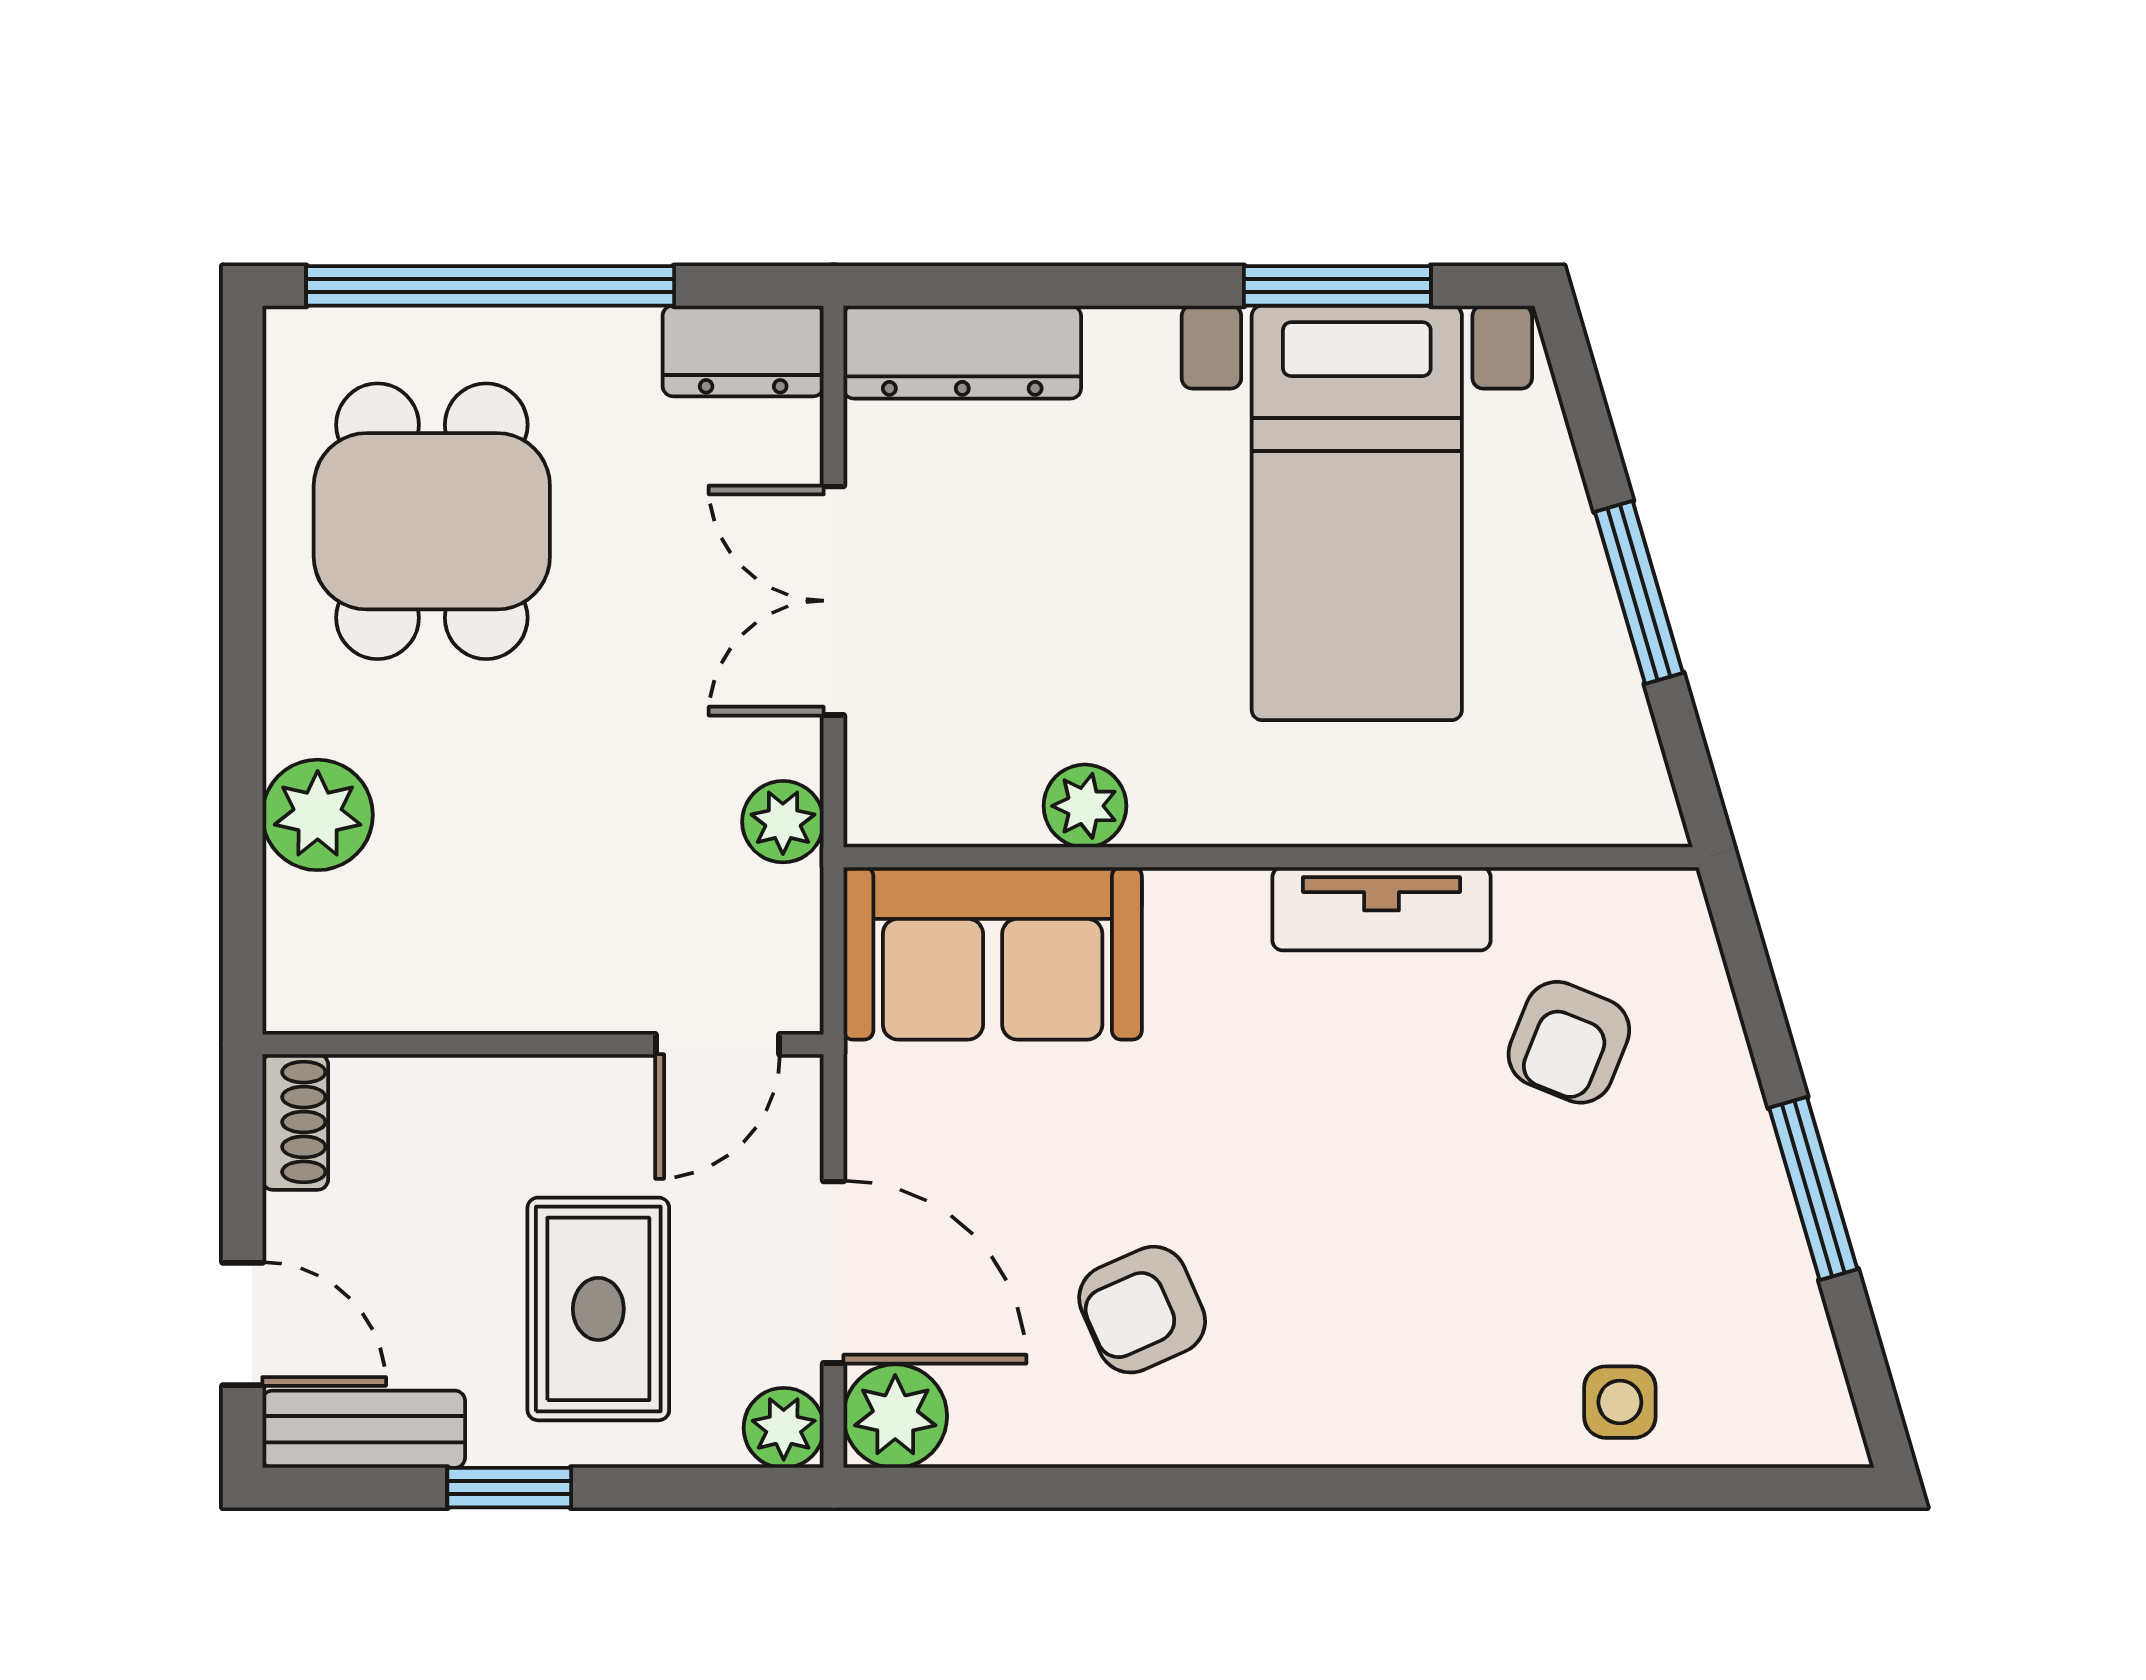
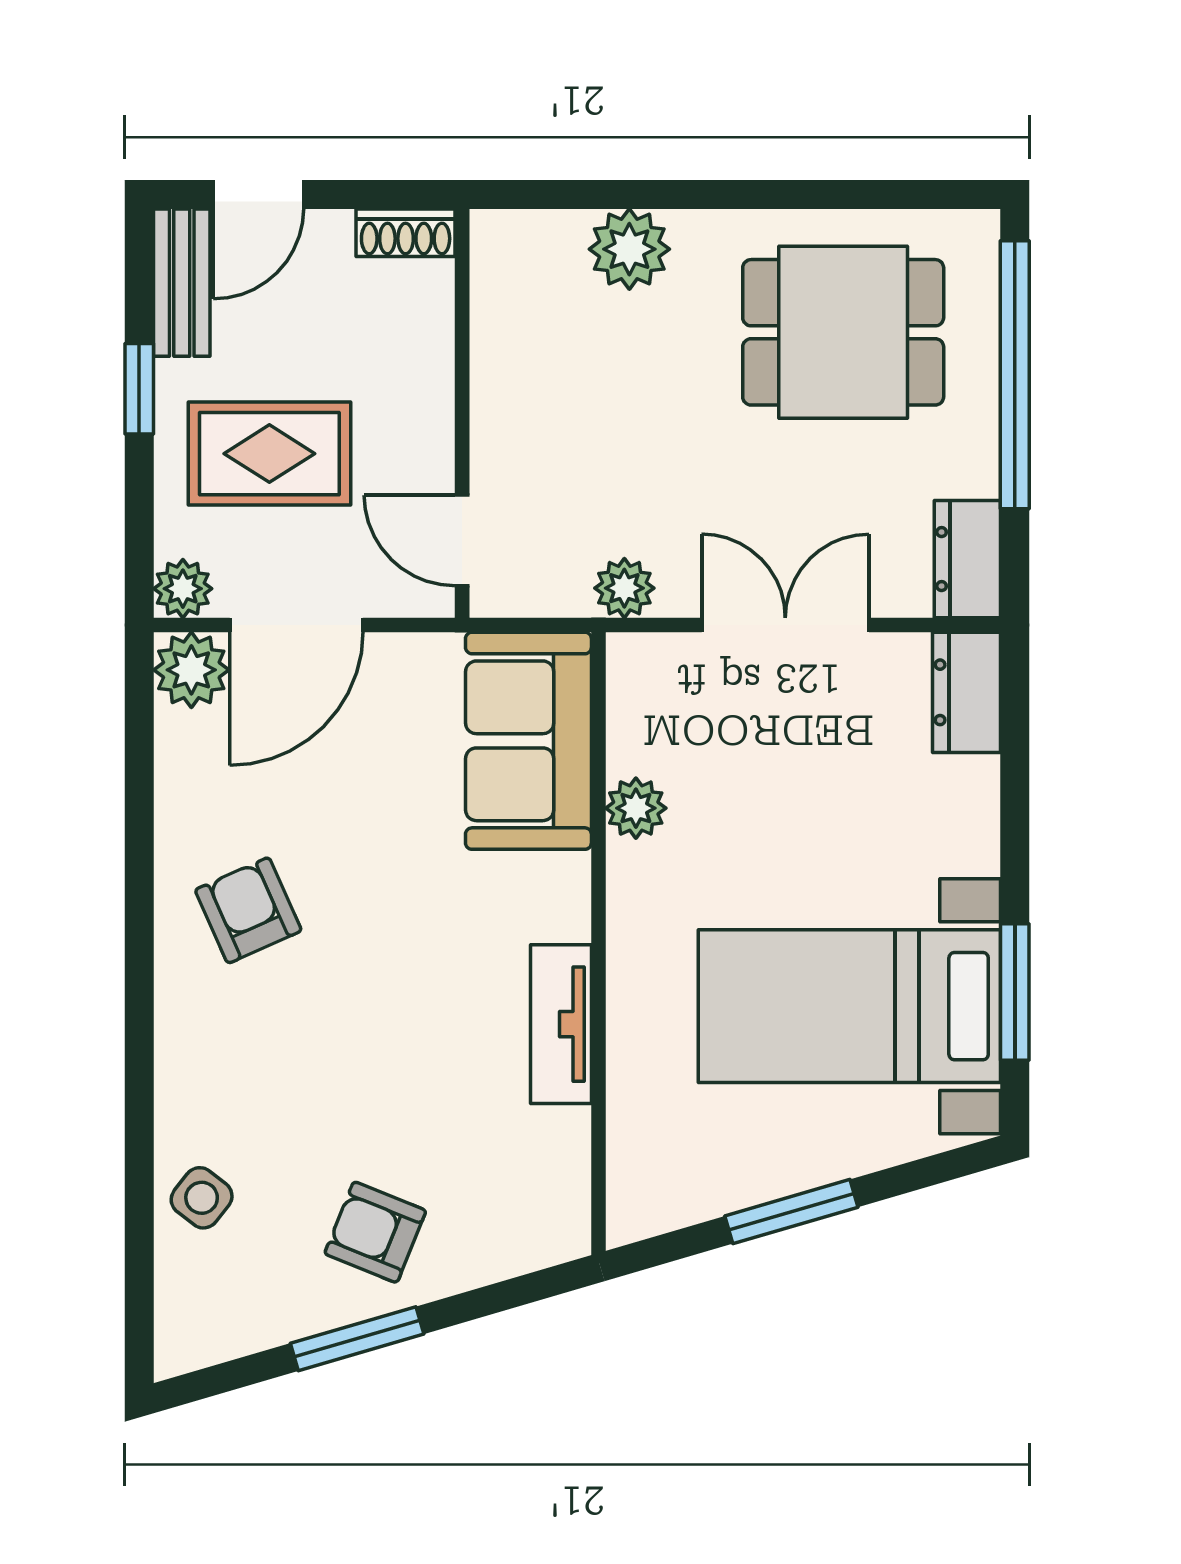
dresser: (962, 352) -> (966, 692), width x0.70
armchair: (1569, 1042) -> (375, 1232), moved
armchair: (1142, 1310) -> (248, 910), moved
side table: (1620, 1402) -> (202, 1198), turned 38

